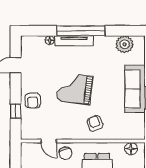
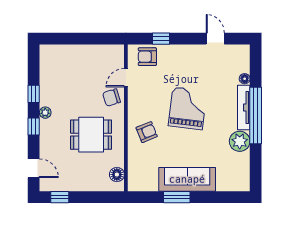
plant: (125, 44) -> (240, 141), moved
armchair: (33, 101) -> (147, 57), moved

